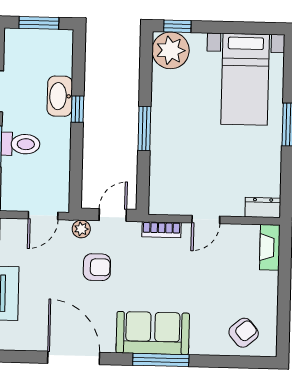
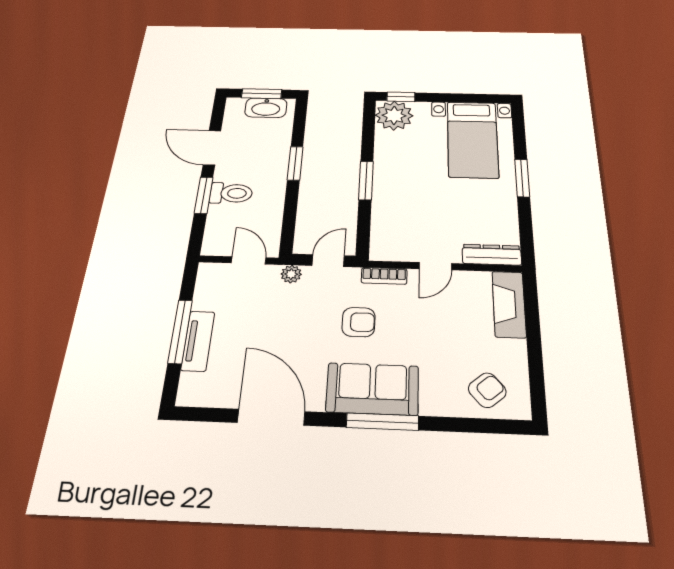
washbasin: (60, 96) -> (266, 108), moved, turned -90
window: (78, 109) -> (295, 163), width x1.50
dresser: (263, 208) -> (492, 255), width x1.44
door: (43, 216) -> (249, 260), swing flipped
fireplace: (270, 247) -> (509, 304), width x1.37, depth x1.32
armchair: (97, 267) -> (359, 322), moved

